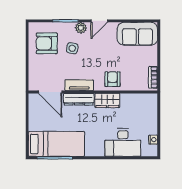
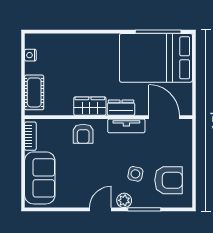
sofa: (137, 34) -> (40, 178), moved, turned 90
dresser: (79, 99) -> (121, 108), width x0.70
cot: (150, 111) -> (34, 92), added
desk: (123, 142) -> (70, 52), removed
bed: (56, 144) -> (156, 58), width x1.50

